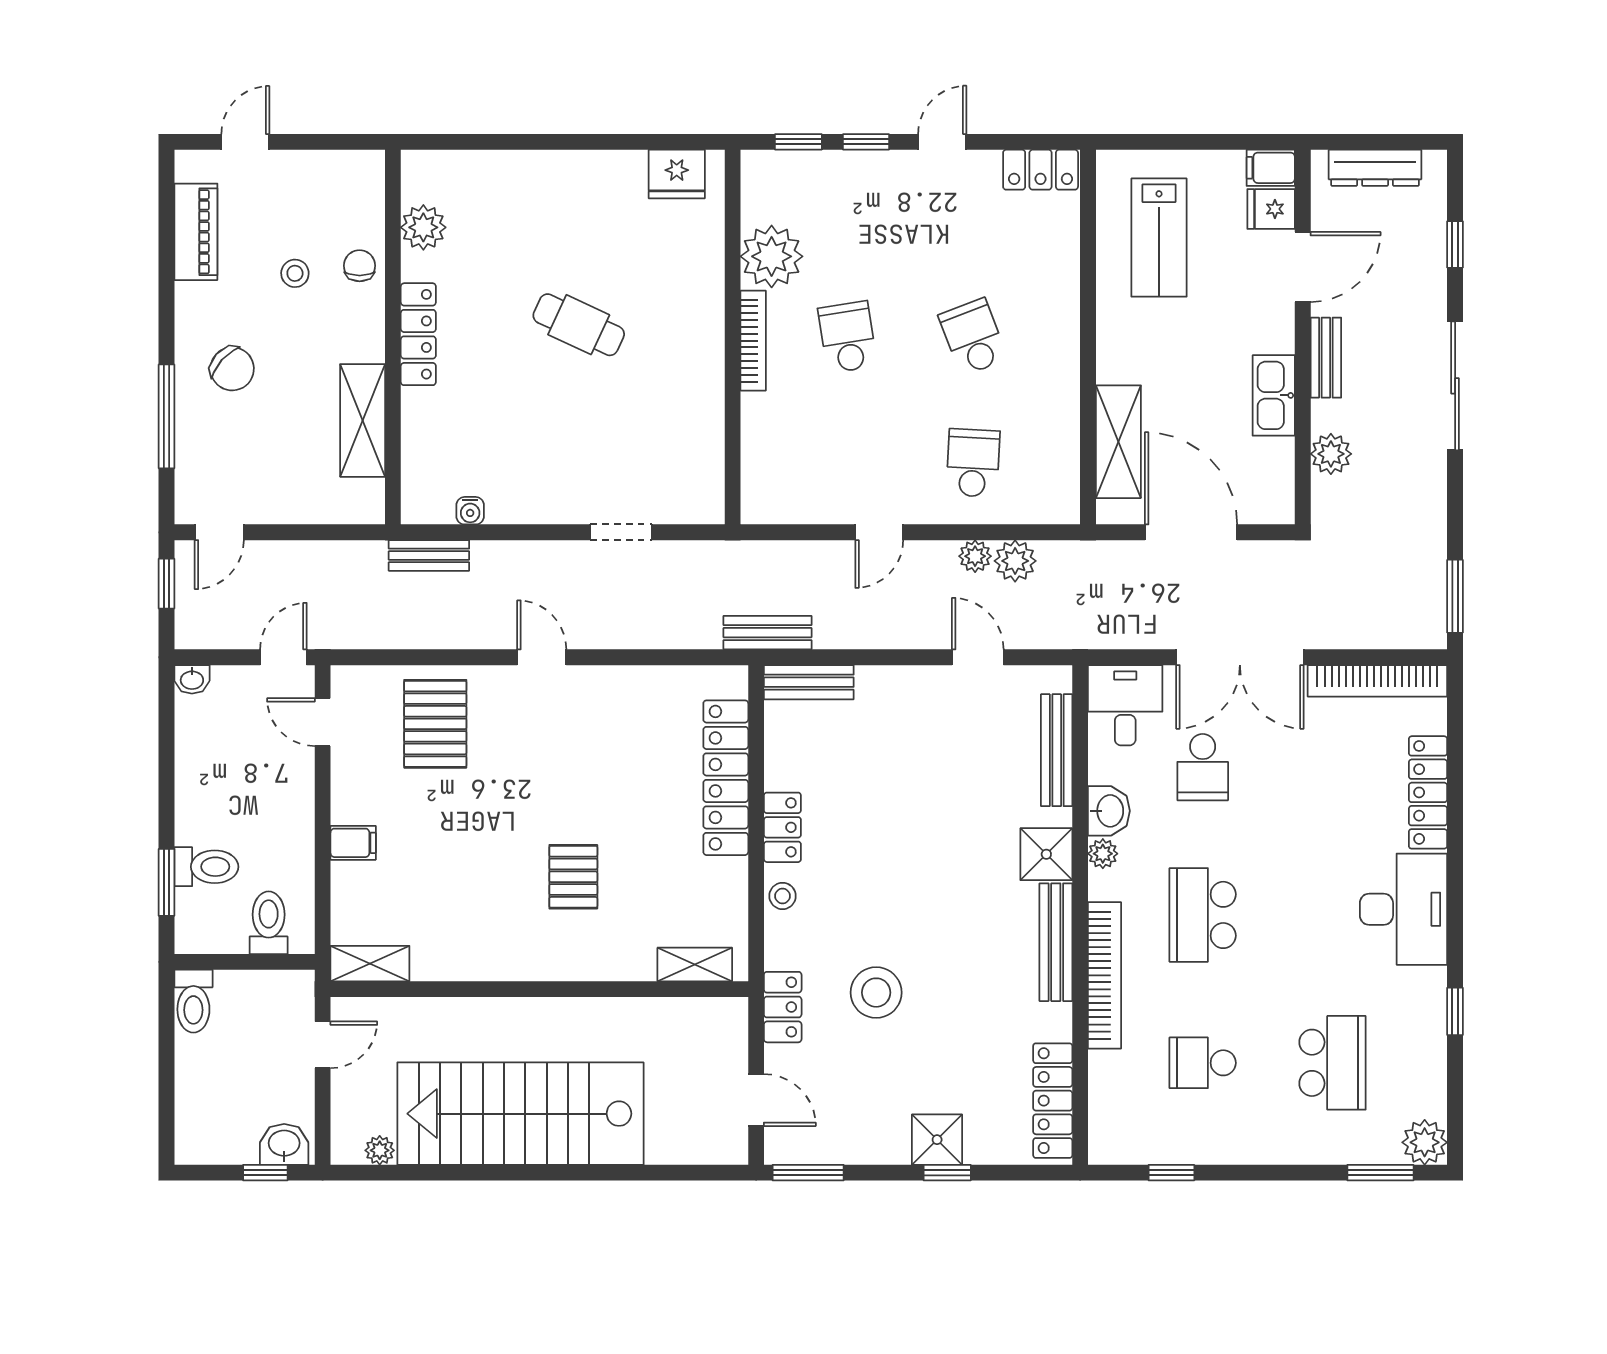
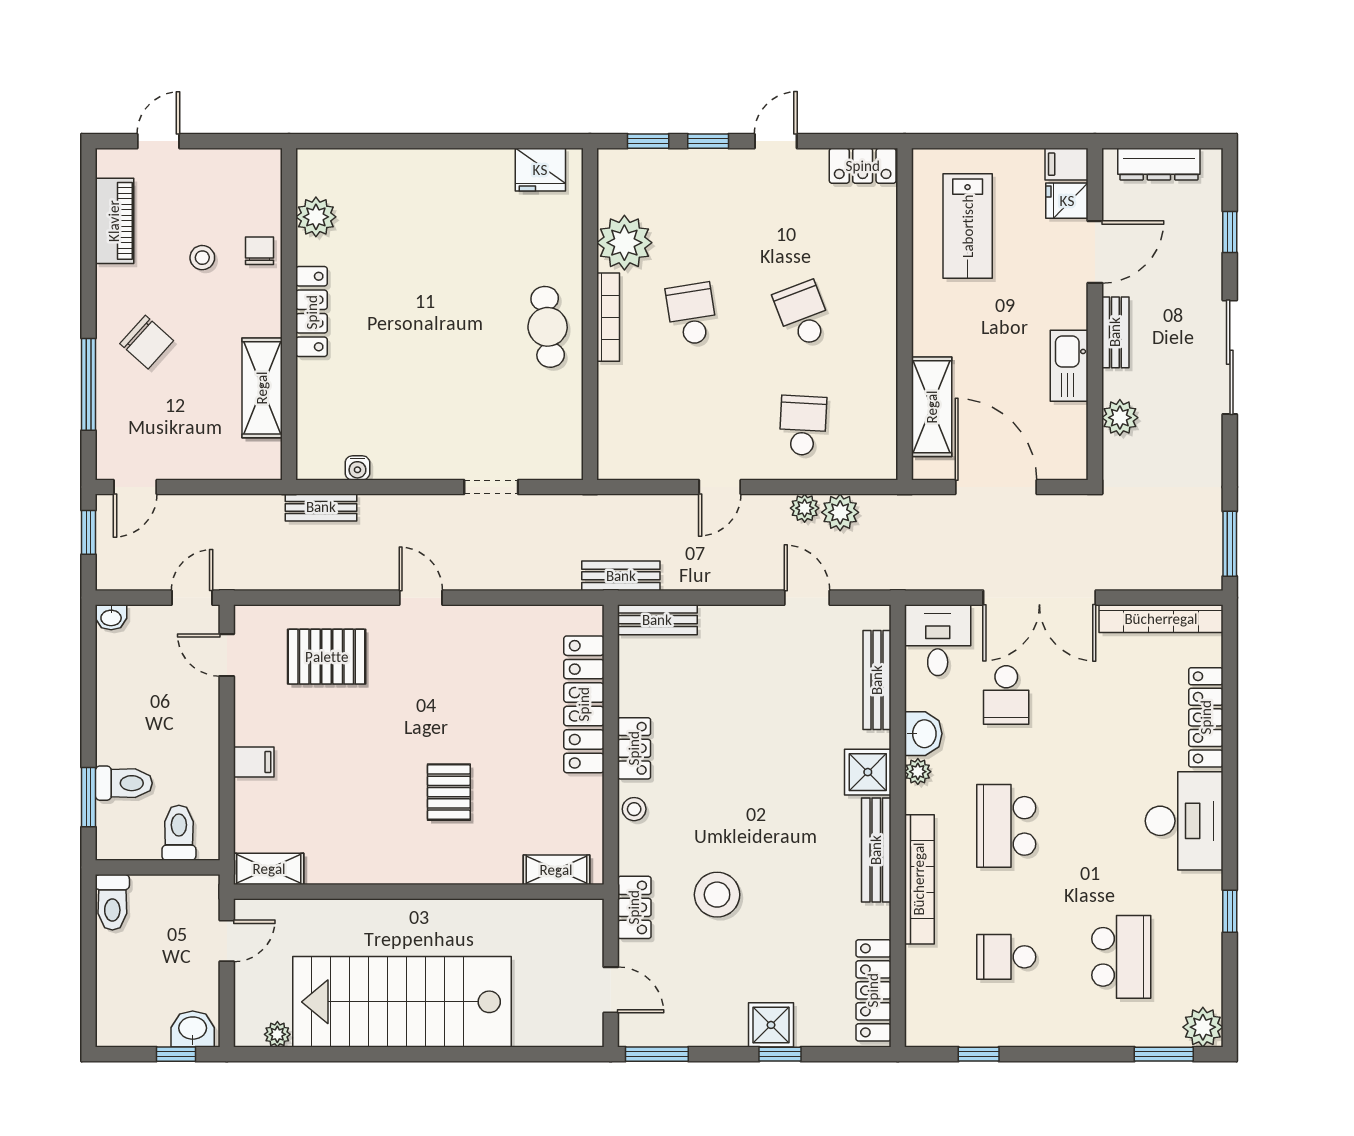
cafe table: (579, 325) -> (548, 327), moved, turned 59
pallet: (435, 724) -> (327, 657), turned 90

